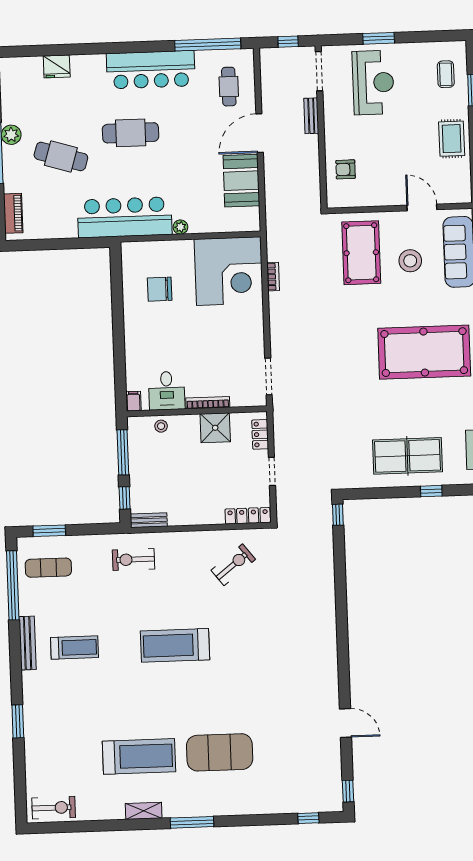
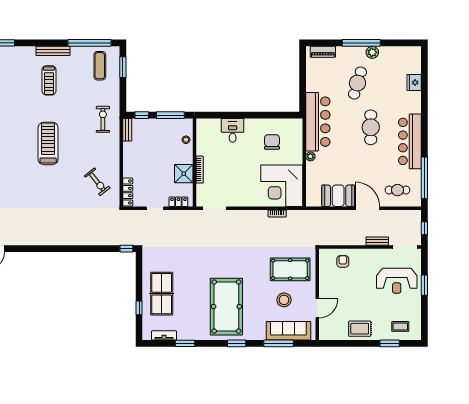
desk: (167, 391) -> (233, 130), moved, turned 90
filing cabinet: (133, 401) -> (202, 123), removed

